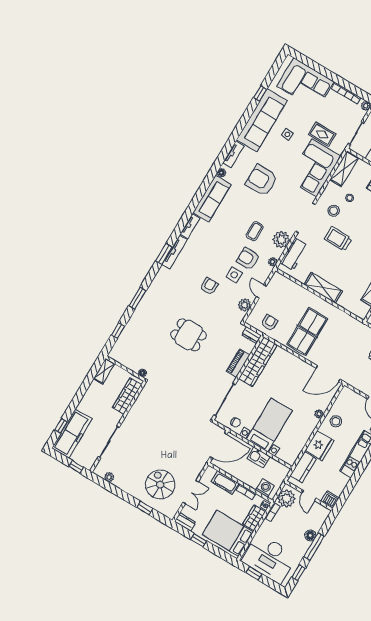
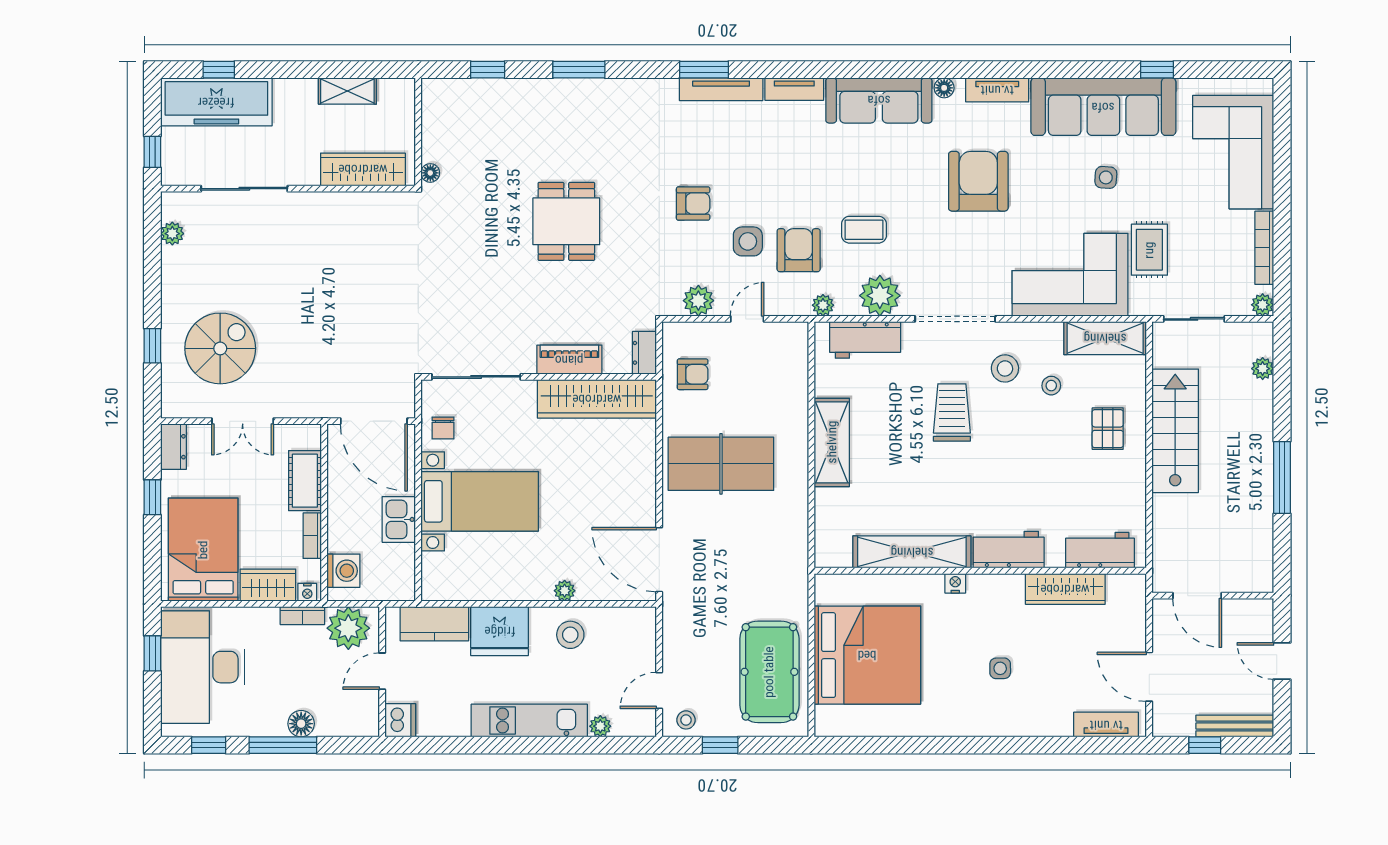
shelving: (104, 371) -> (347, 91), moved

